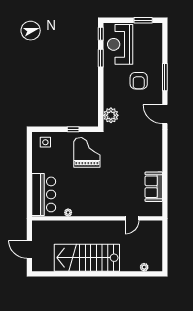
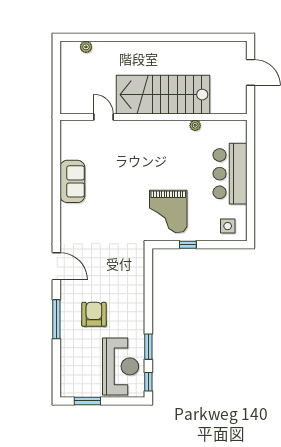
plant: (111, 115) -> (134, 265), removed
sofa: (154, 187) -> (72, 181), moved
bar counter: (44, 194) -> (230, 174), moved
door: (132, 218) -> (104, 117), hinge flipped
stairs: (87, 258) -> (163, 95), moved, turned 180

